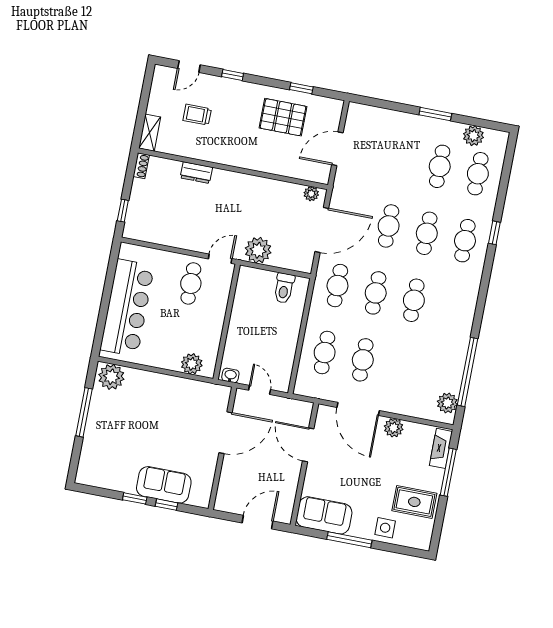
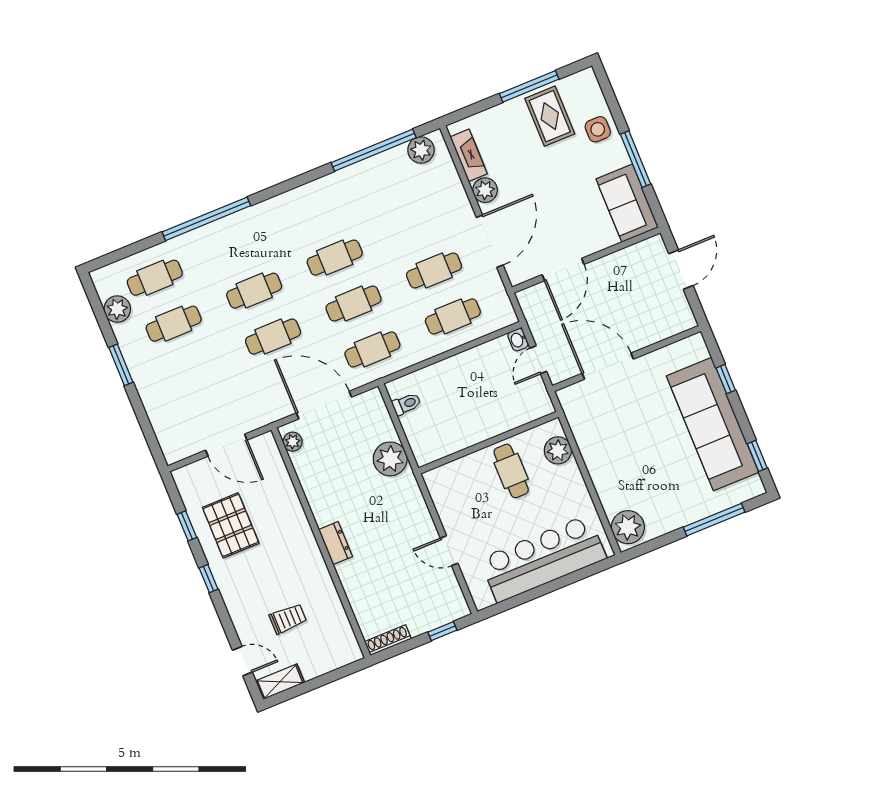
window: (233, 75) -> (209, 579), moved
trolley: (197, 115) -> (288, 619), turned -90
shelving: (150, 133) -> (280, 682), moved
shoe rack: (141, 166) -> (388, 640), width x1.43
dresser: (196, 173) -> (336, 543), moved
window: (494, 233) -> (206, 219), width x3.17
cafe table: (465, 241) -> (235, 245), removed
door: (220, 259) -> (449, 551), moved
cafe table: (191, 283) -> (511, 471), moved, turned 90
toilet: (284, 288) -> (406, 404), width x0.73, depth x0.72
washbasin: (230, 375) -> (518, 340), moved
window: (84, 412) -> (714, 520), moved
fireplace: (441, 448) -> (469, 155), moved, turned -90
window: (448, 472) -> (529, 86), moved
sofa: (164, 485) -> (713, 424), width x1.85, depth x1.27
window: (135, 498) -> (757, 456), moved
door: (257, 522) -> (681, 270), swing flipped

